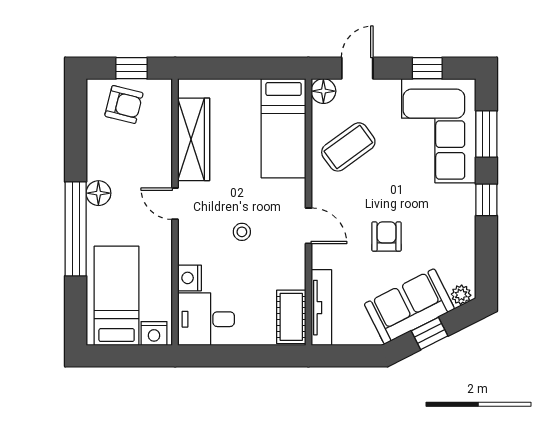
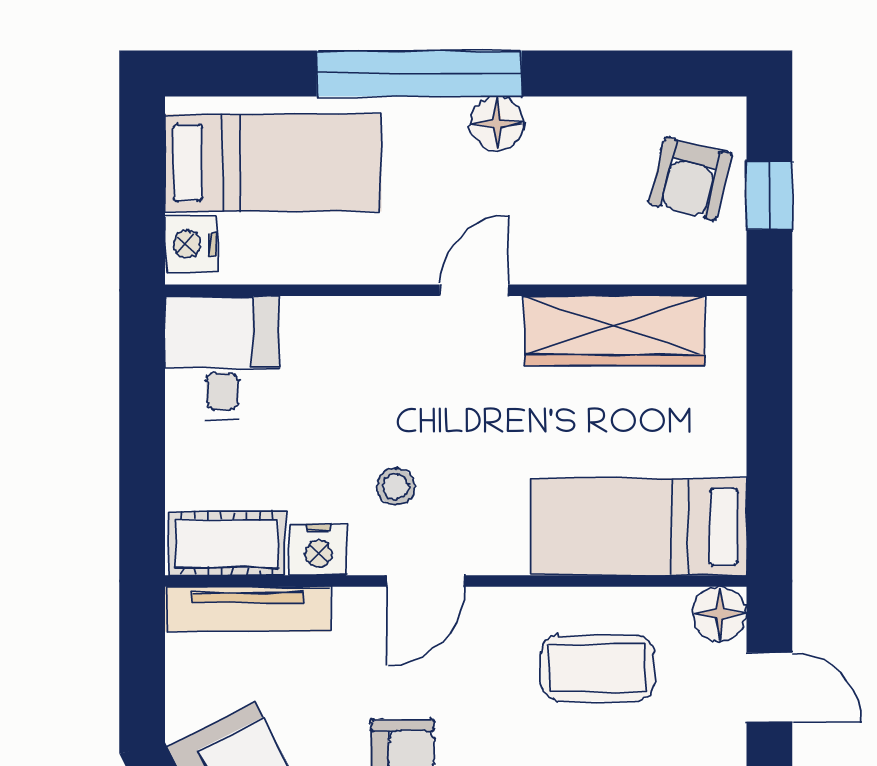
coffee table: (348, 147) -> (598, 668), turned -54
stool: (242, 232) -> (396, 487), moved
nightstand: (189, 278) -> (318, 550), moved, turned 180

